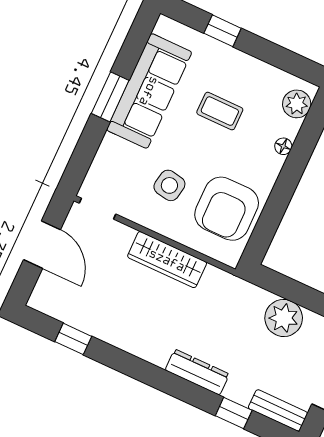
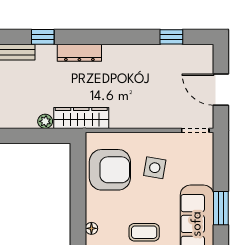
armchair: (227, 209) -> (110, 170), turned 90
wardrobe: (167, 260) -> (81, 118), moved
plant: (284, 318) -> (45, 121), width x0.53, depth x0.53

